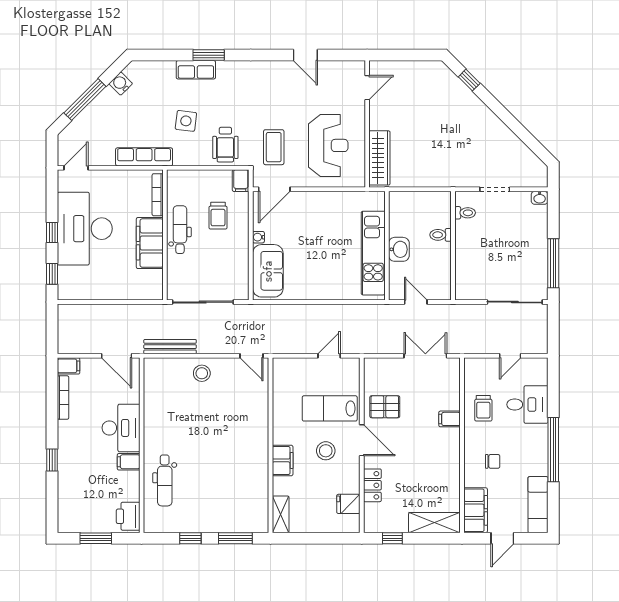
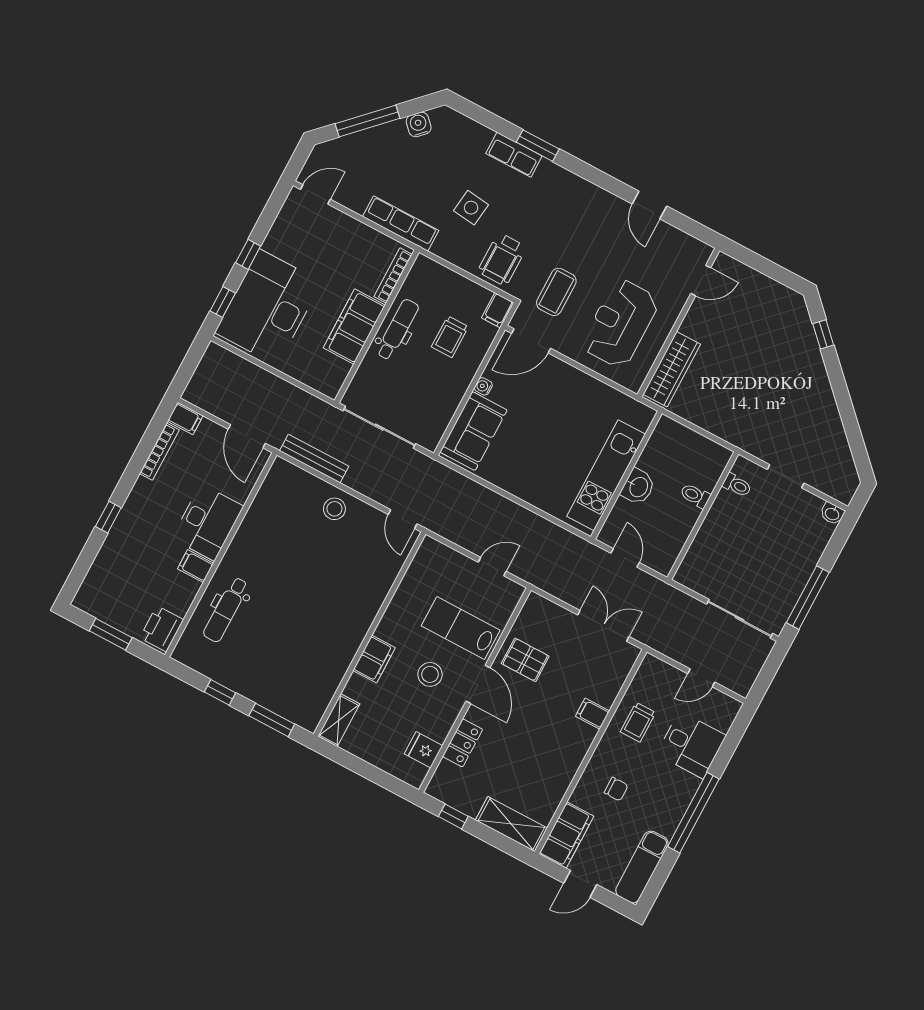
reception desk: (328, 145) -> (620, 323), turned 180
desk: (85, 229) -> (268, 307), moved

